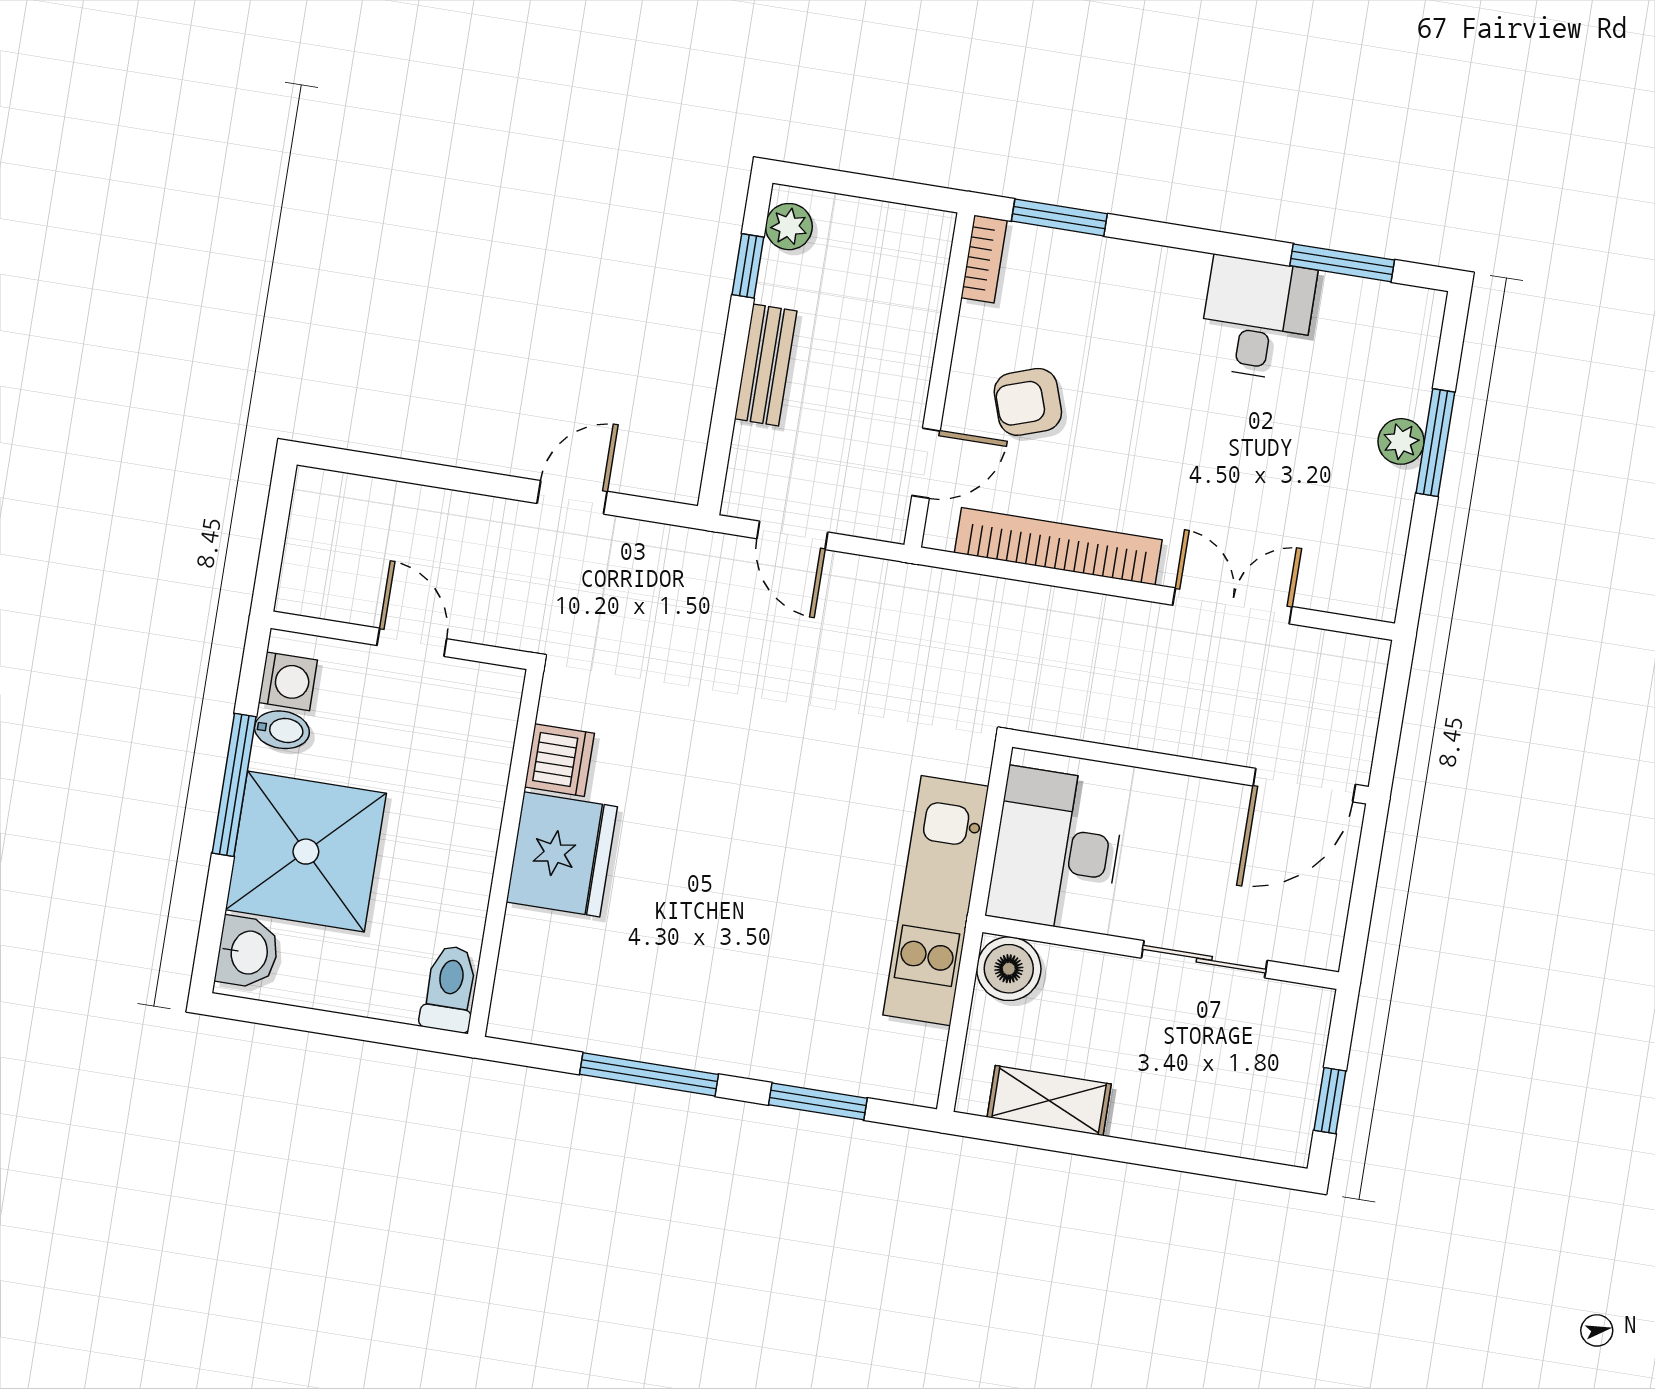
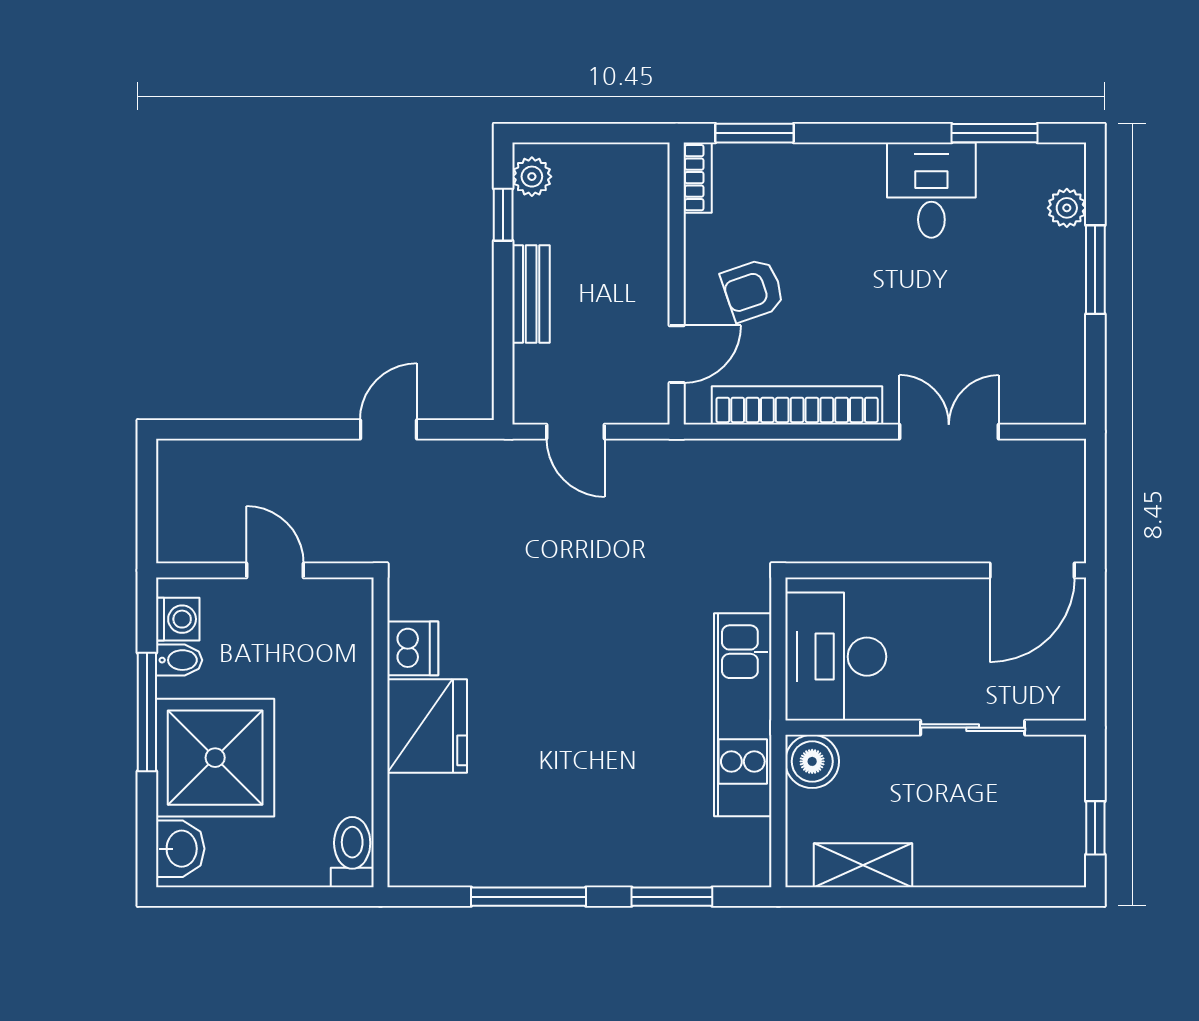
plant: (1401, 441) -> (1067, 208), moved

